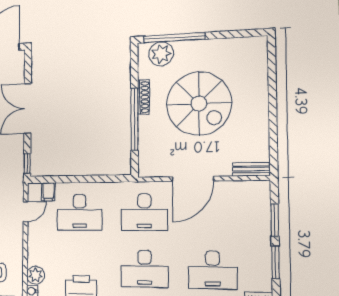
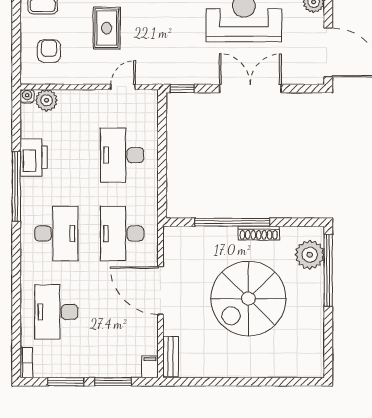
filing cabinet: (48, 192) -> (150, 367), moved, turned 90
door: (26, 212) -> (123, 87), swing flipped
desk: (145, 269) -> (56, 234), turned 180

